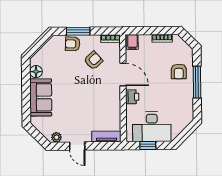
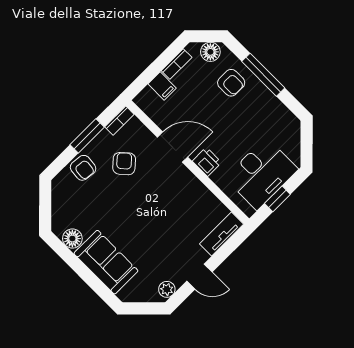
window: (78, 31) -> (87, 136), moved
filing cabinet: (132, 42) -> (162, 86), moved
armchair: (73, 44) -> (83, 168), turned -87
floor lamp: (183, 48) -> (210, 52), added

